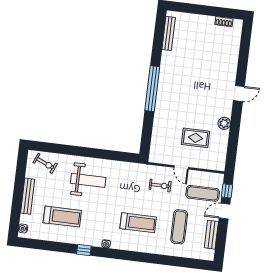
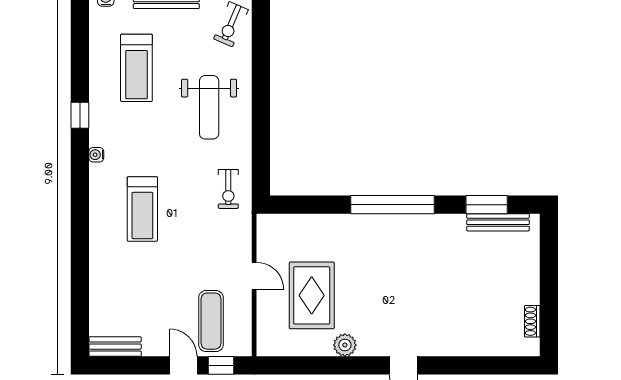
window: (158, 38) -> (487, 205), added
rug: (195, 138) -> (312, 295), width x1.36, depth x1.43
door: (181, 167) -> (254, 276), swing flipped
exercise bike: (160, 185) -> (228, 189), moved
exercise mat: (179, 227) -> (144, 285), removed
bench: (211, 235) -> (115, 347), moved

